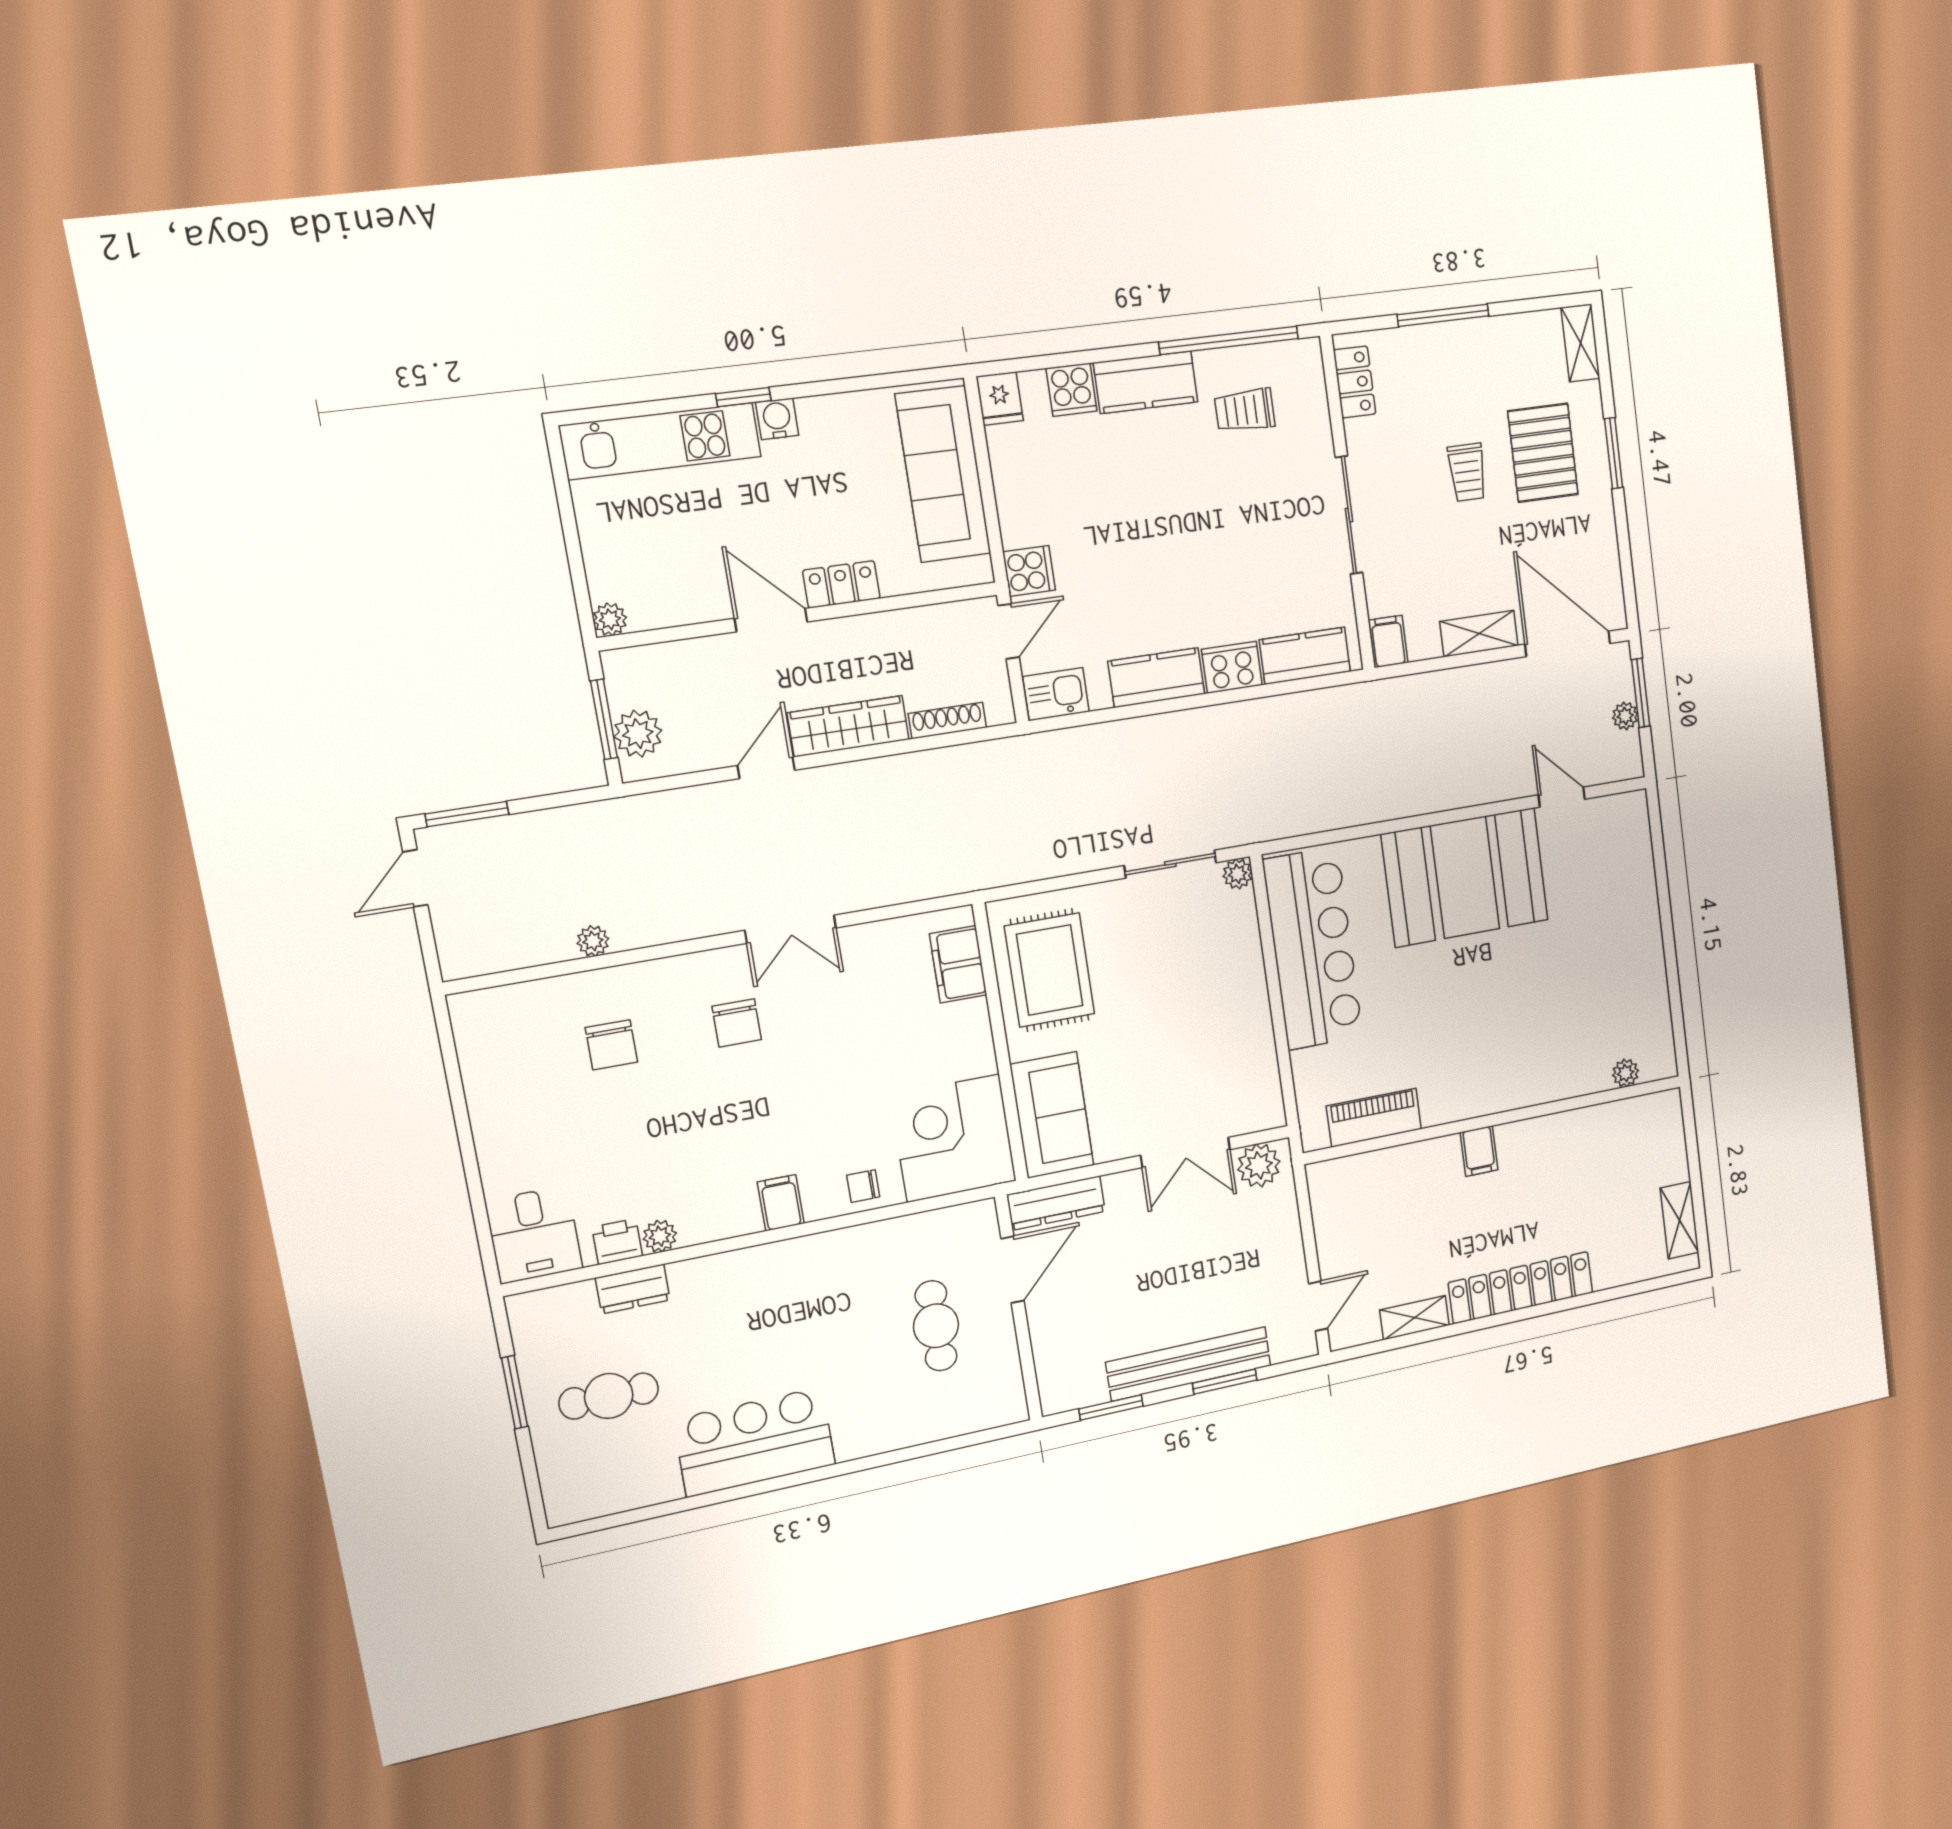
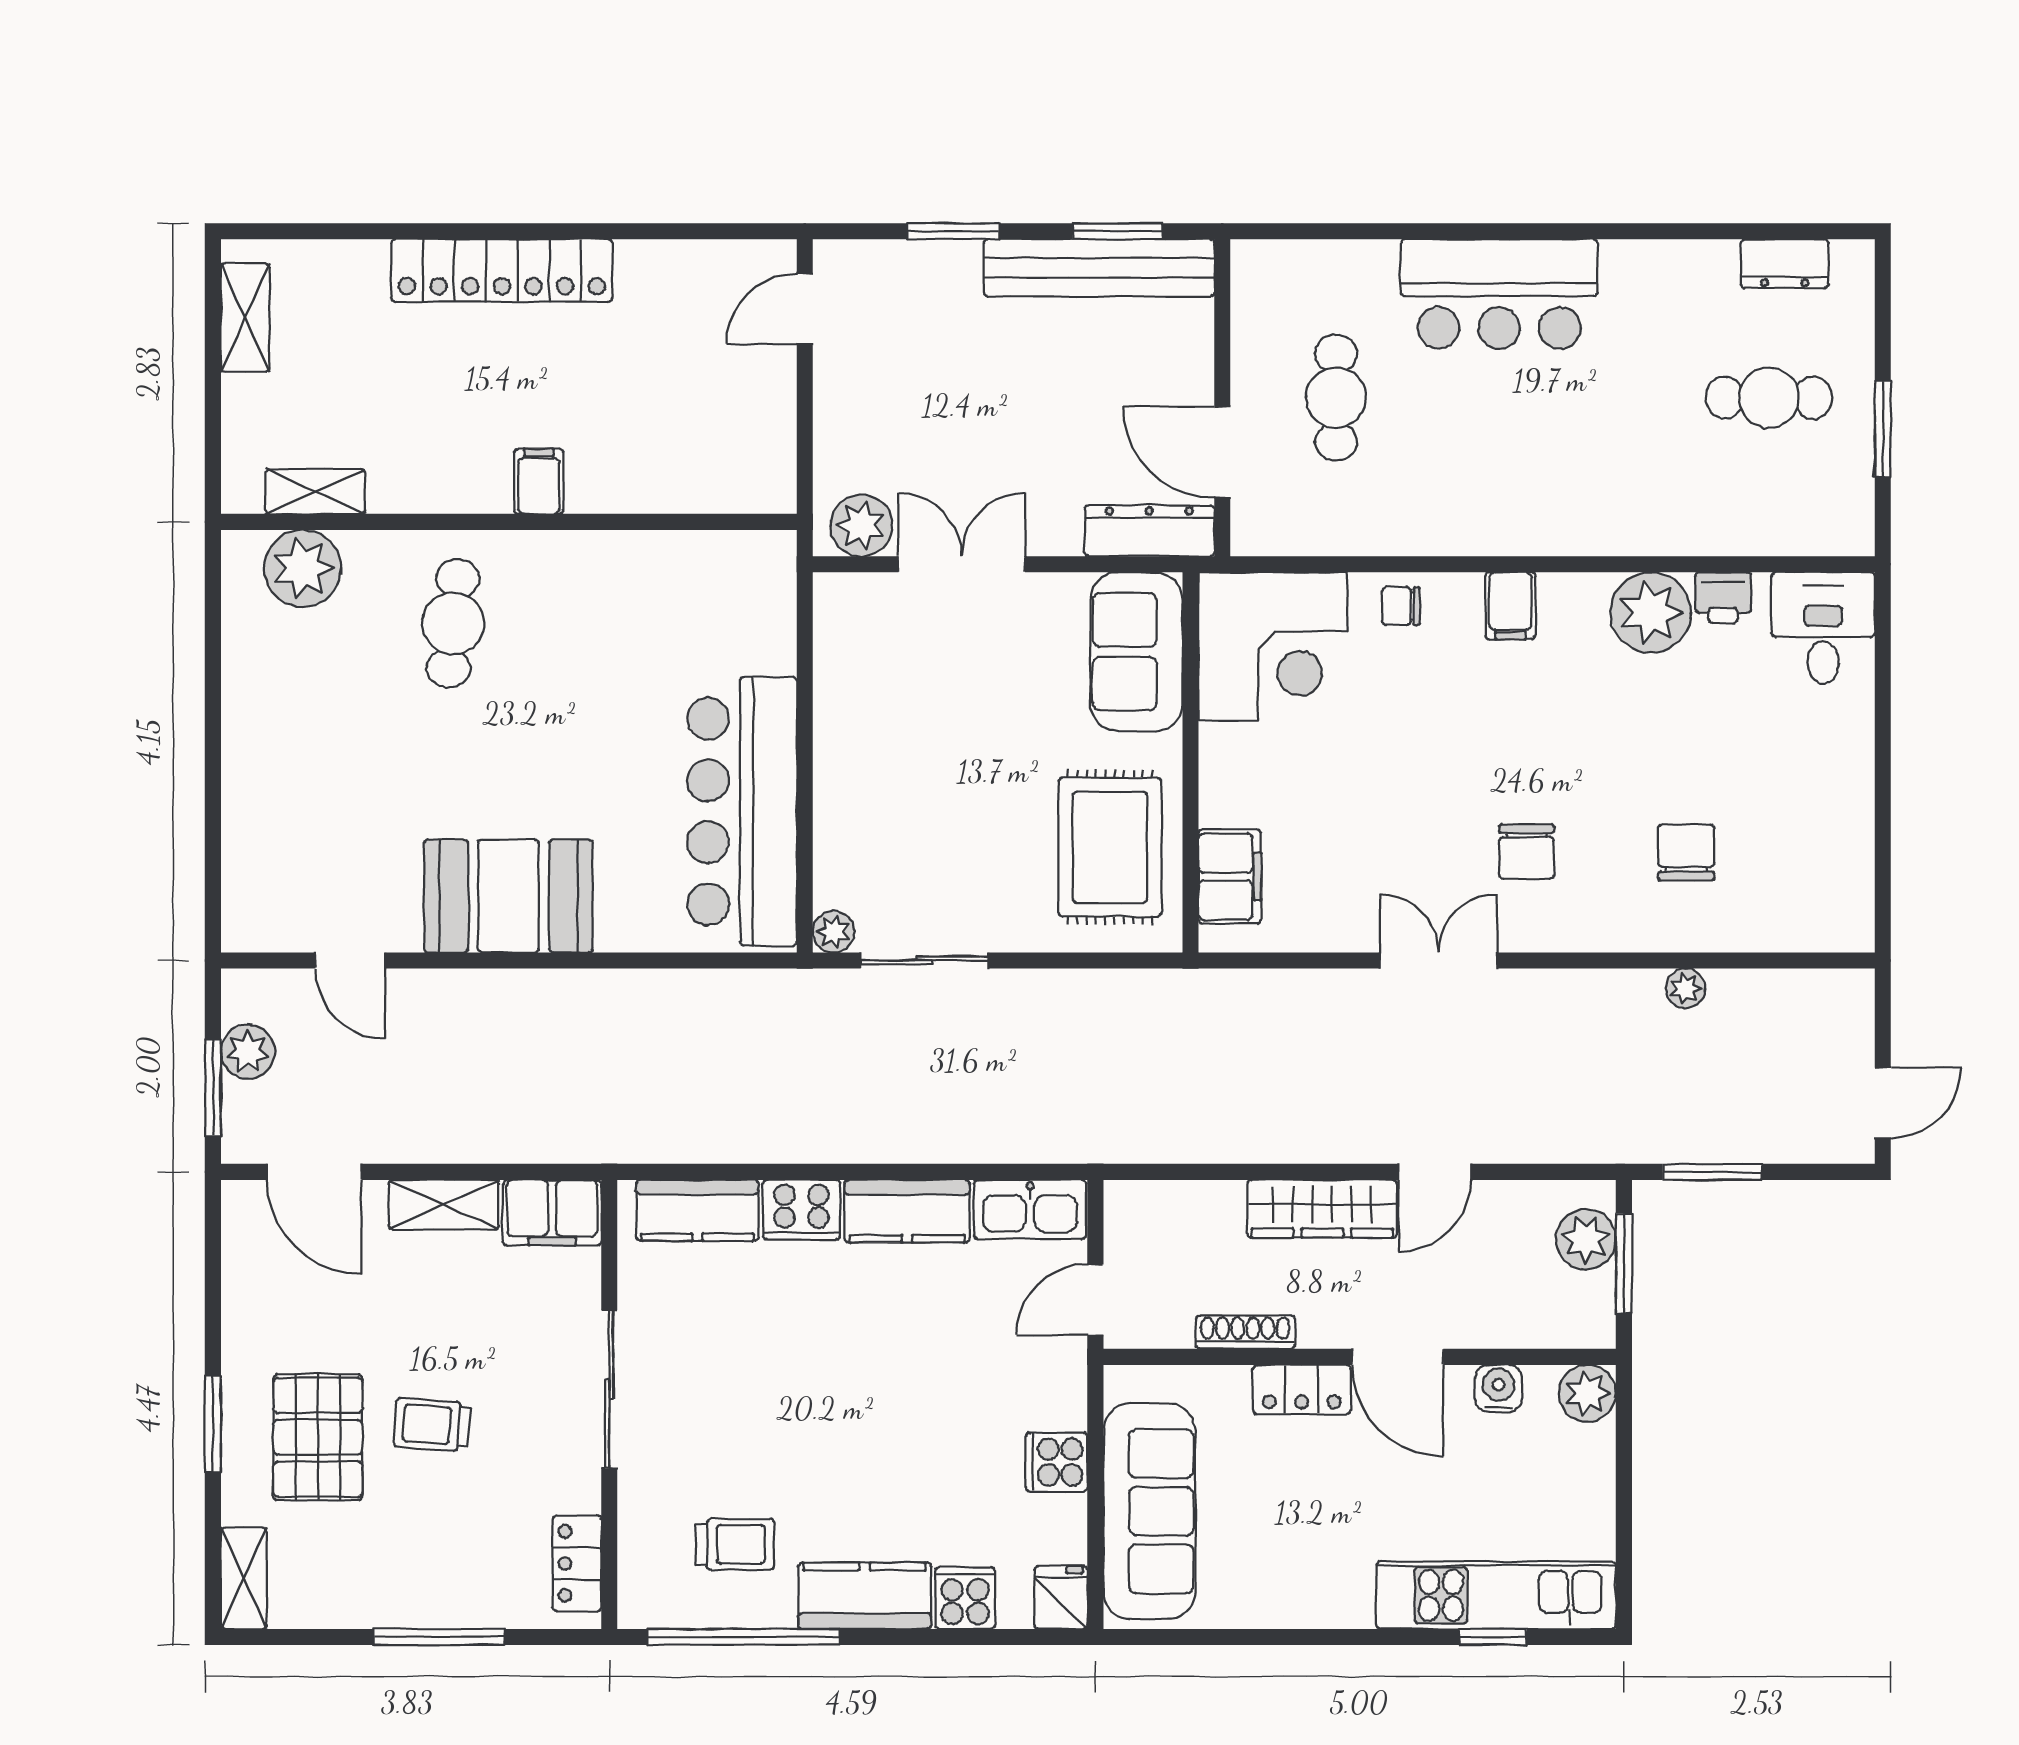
window: (743, 397) -> (1493, 1637), moved
water cooler: (777, 419) -> (1499, 1388), moved, turned 180
trolley: (1467, 472) -> (432, 1425), turned -86
cooker: (1029, 571) -> (1056, 1462), moved
plant: (610, 619) -> (1587, 1393), width x1.38, depth x1.38
filing cabinet: (1388, 641) -> (552, 1213), width x2.00
door: (1568, 644) -> (314, 1172), width x0.73
kitchen sink: (1056, 694) -> (1030, 1209), width x1.38
plant: (1625, 716) -> (248, 1052), width x1.38, depth x1.38
shoe rack: (947, 721) -> (1245, 1332), moved, turned 180
window: (467, 814) -> (1712, 1172), moved
booth: (1465, 877) -> (508, 896), width x0.73, depth x0.70
chair: (737, 1023) -> (1527, 852), turned 180
cafe table: (1523, 1043) -> (453, 623), added
plant: (1626, 1073) -> (303, 568), width x1.88, depth x1.88
piano: (1374, 1118) -> (687, 560), removed
chair: (863, 1186) -> (1401, 606), turned 180
plant: (660, 1236) -> (1651, 612), width x1.88, depth x1.88
door: (1012, 1270) -> (1222, 452), hinge flipped
dresser: (633, 1289) -> (1785, 264), moved, turned 180
shelving: (1414, 1318) -> (315, 492), moved
bench: (1189, 1364) -> (1099, 268), moved
bar counter: (755, 1442) -> (1499, 294), moved

